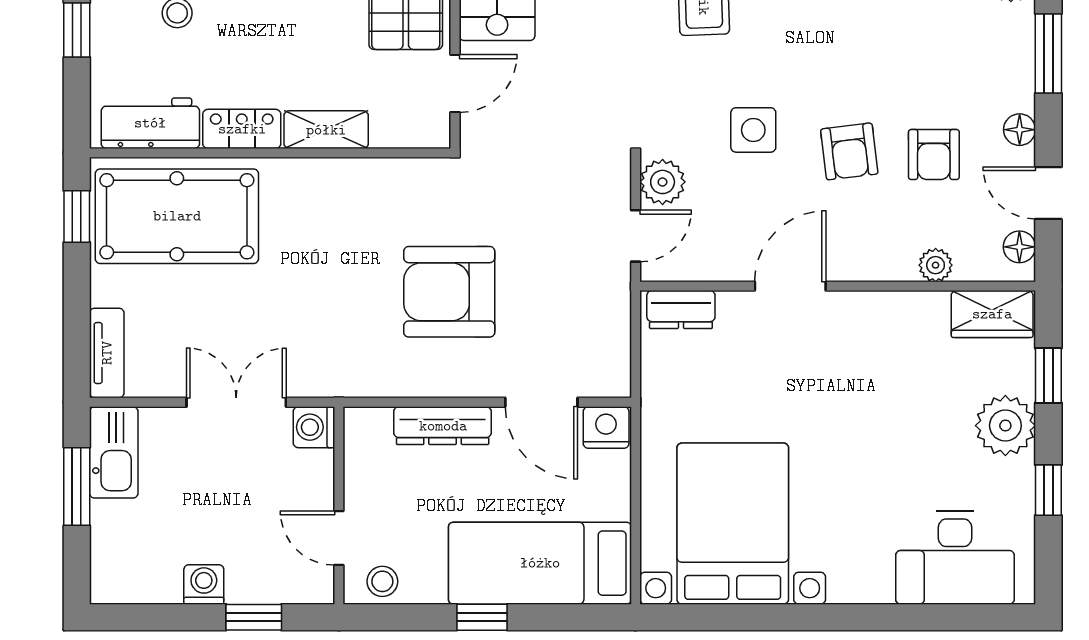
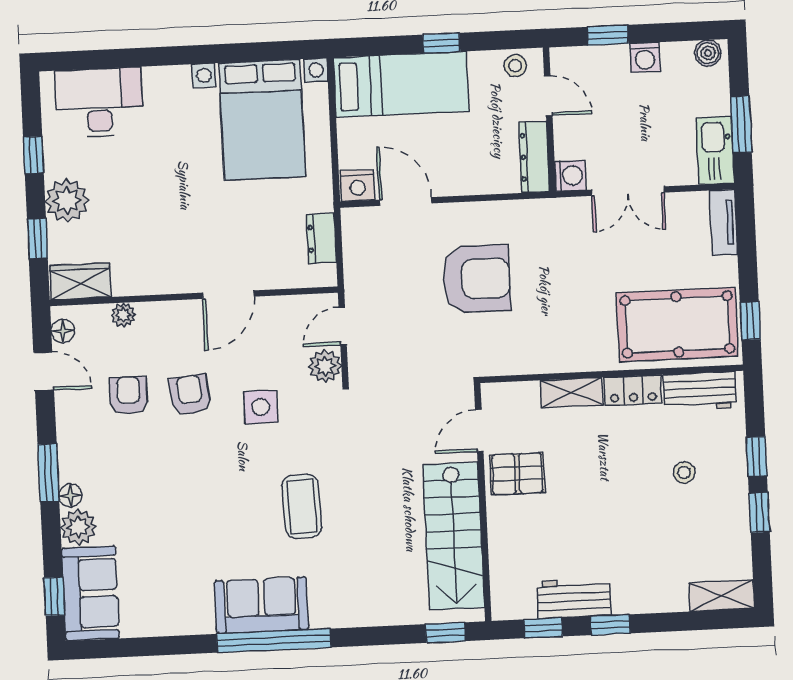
floor lamp: (1020, 130) -> (71, 495), moved
dresser: (681, 310) -> (321, 238), moved, turned -90
dresser: (443, 426) -> (534, 157), moved, turned -90
boiler: (117, 586) -> (708, 53), added

